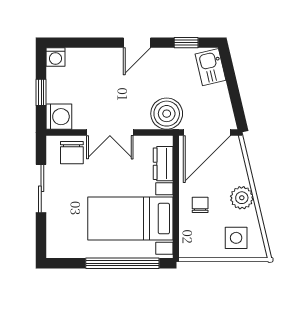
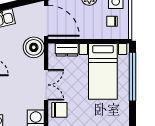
chair: (200, 205) -> (112, 21), moved

